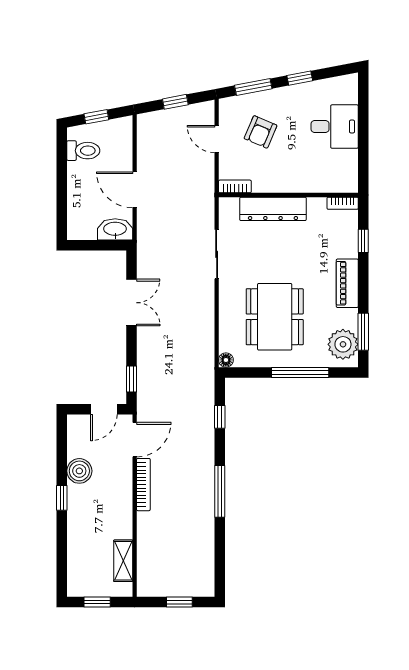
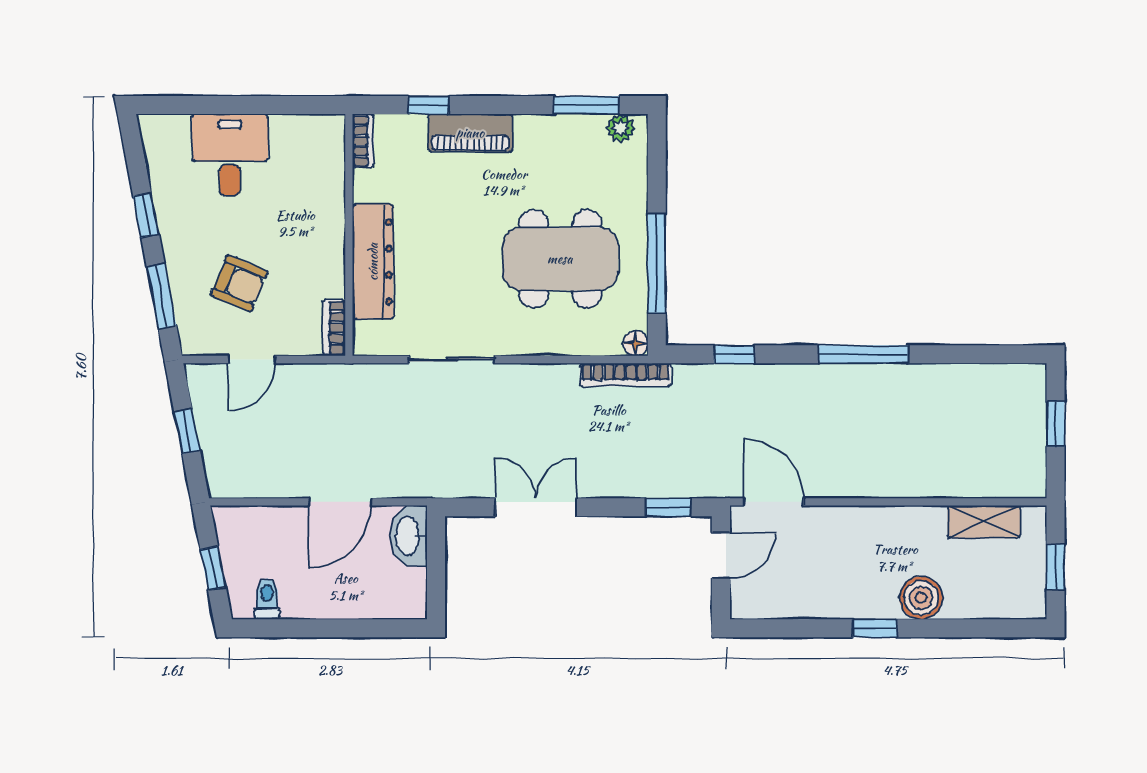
toilet: (83, 151) -> (267, 599), width x0.73, depth x0.72
piano: (347, 283) -> (470, 133), moved
plant: (343, 344) -> (620, 128), width x0.53, depth x0.53
window: (300, 372) -> (657, 264), moved
door: (104, 409) -> (721, 555), hinge flipped
boiler: (79, 471) -> (921, 598), moved
bookcase: (143, 485) -> (625, 375), moved, turned 180

